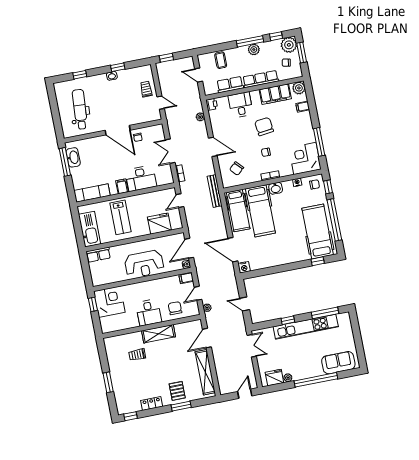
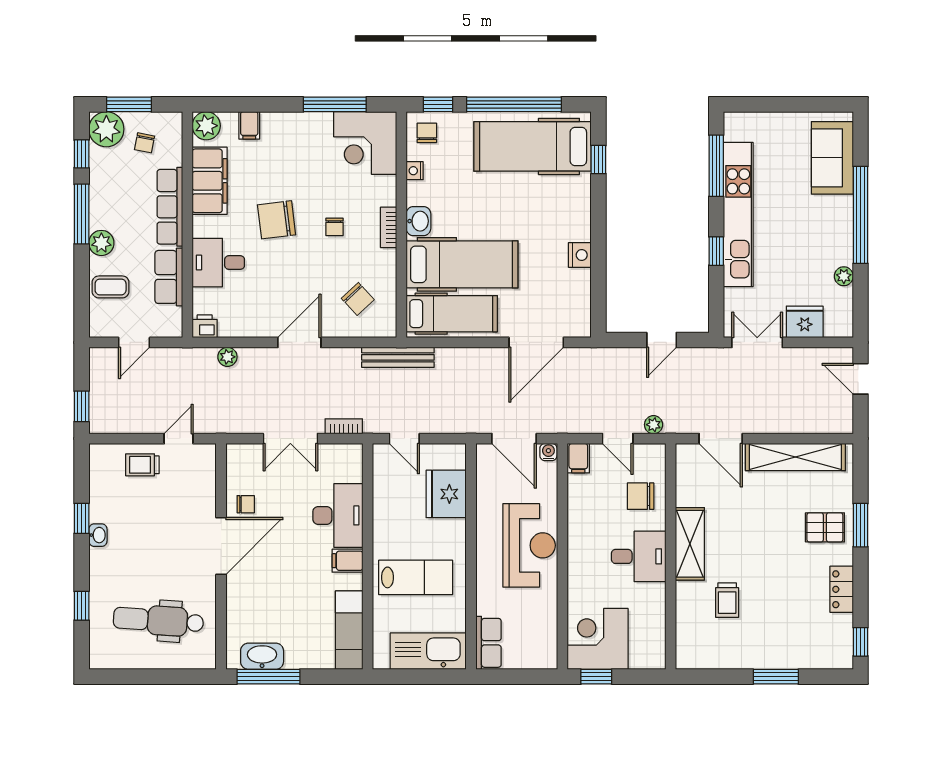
plant: (254, 49) -> (101, 243), moved
nightstand: (244, 267) -> (580, 255), moved
fridge: (274, 378) -> (805, 322), moved, turned 90

